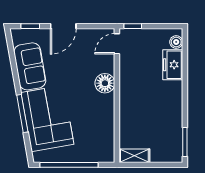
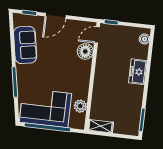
freezer: (173, 65) -> (138, 72), moved
floor lamp: (105, 83) -> (85, 51), moved
corner sofa: (47, 118) -> (45, 108), moved, turned -80
plant: (107, 134) -> (80, 106), added

